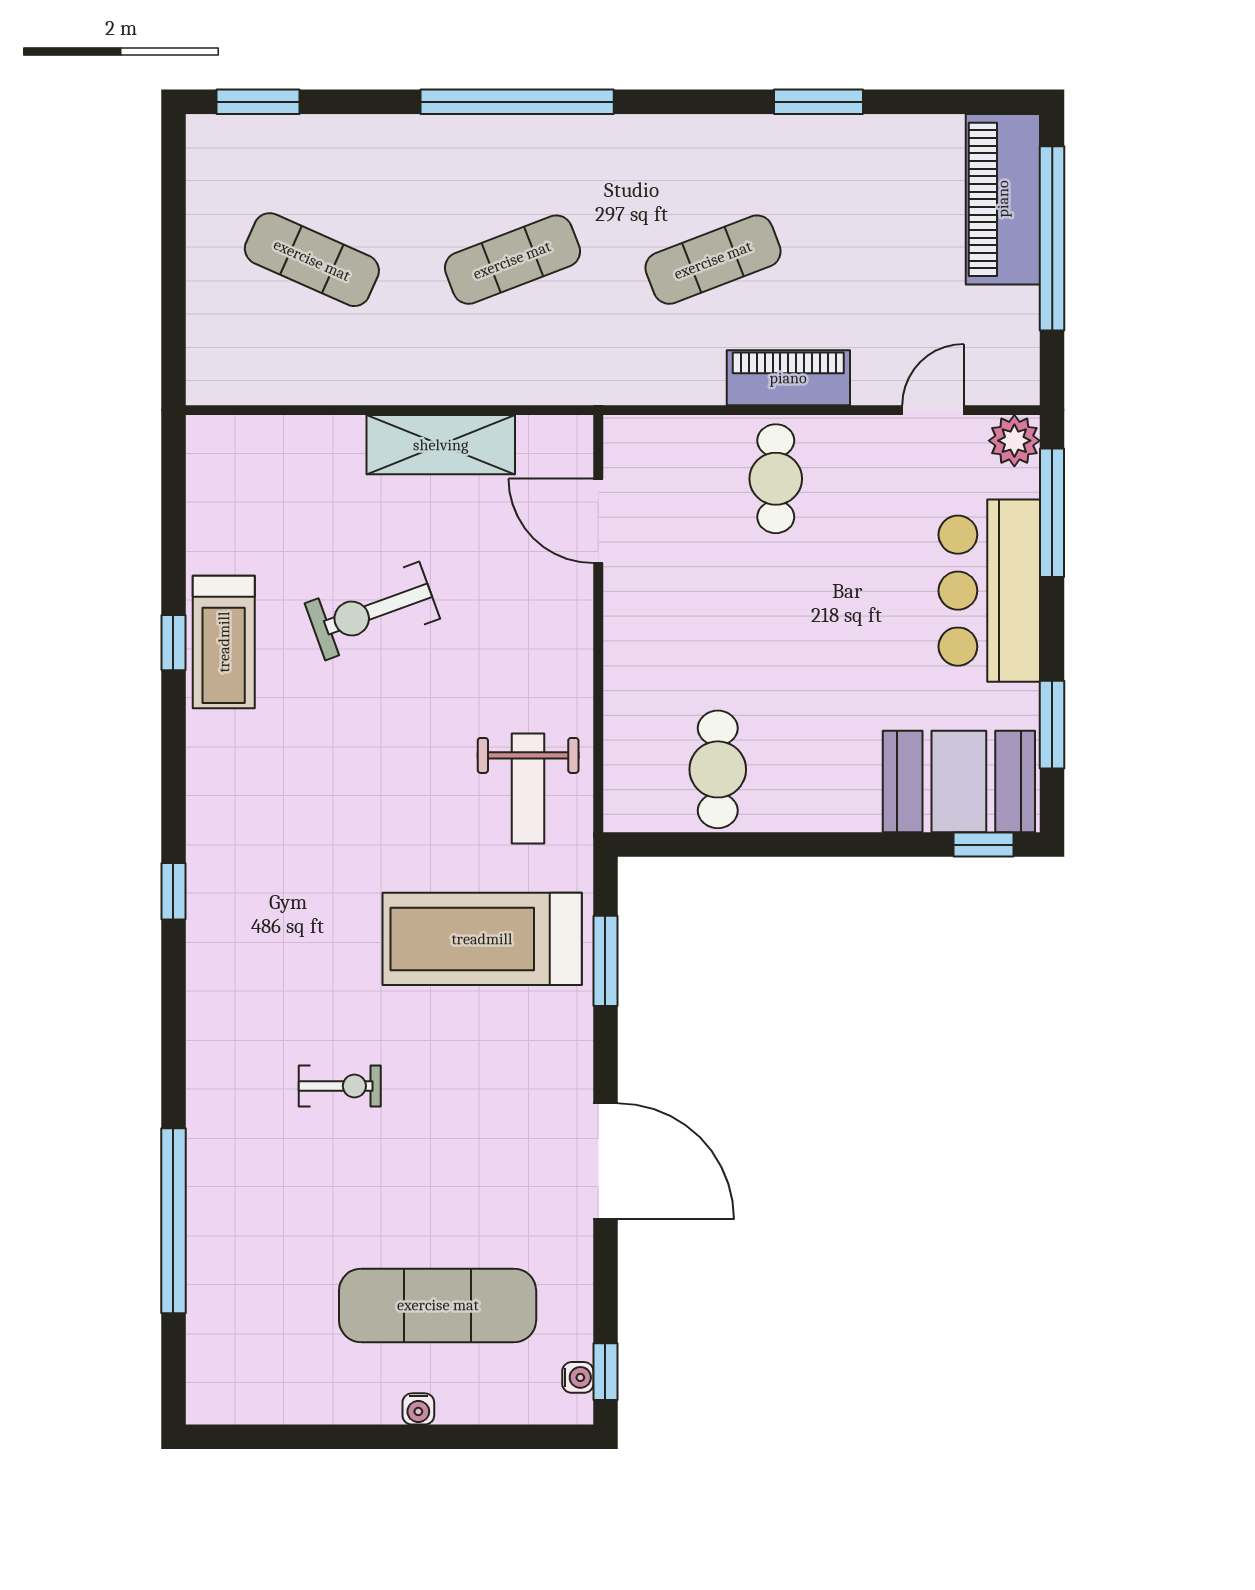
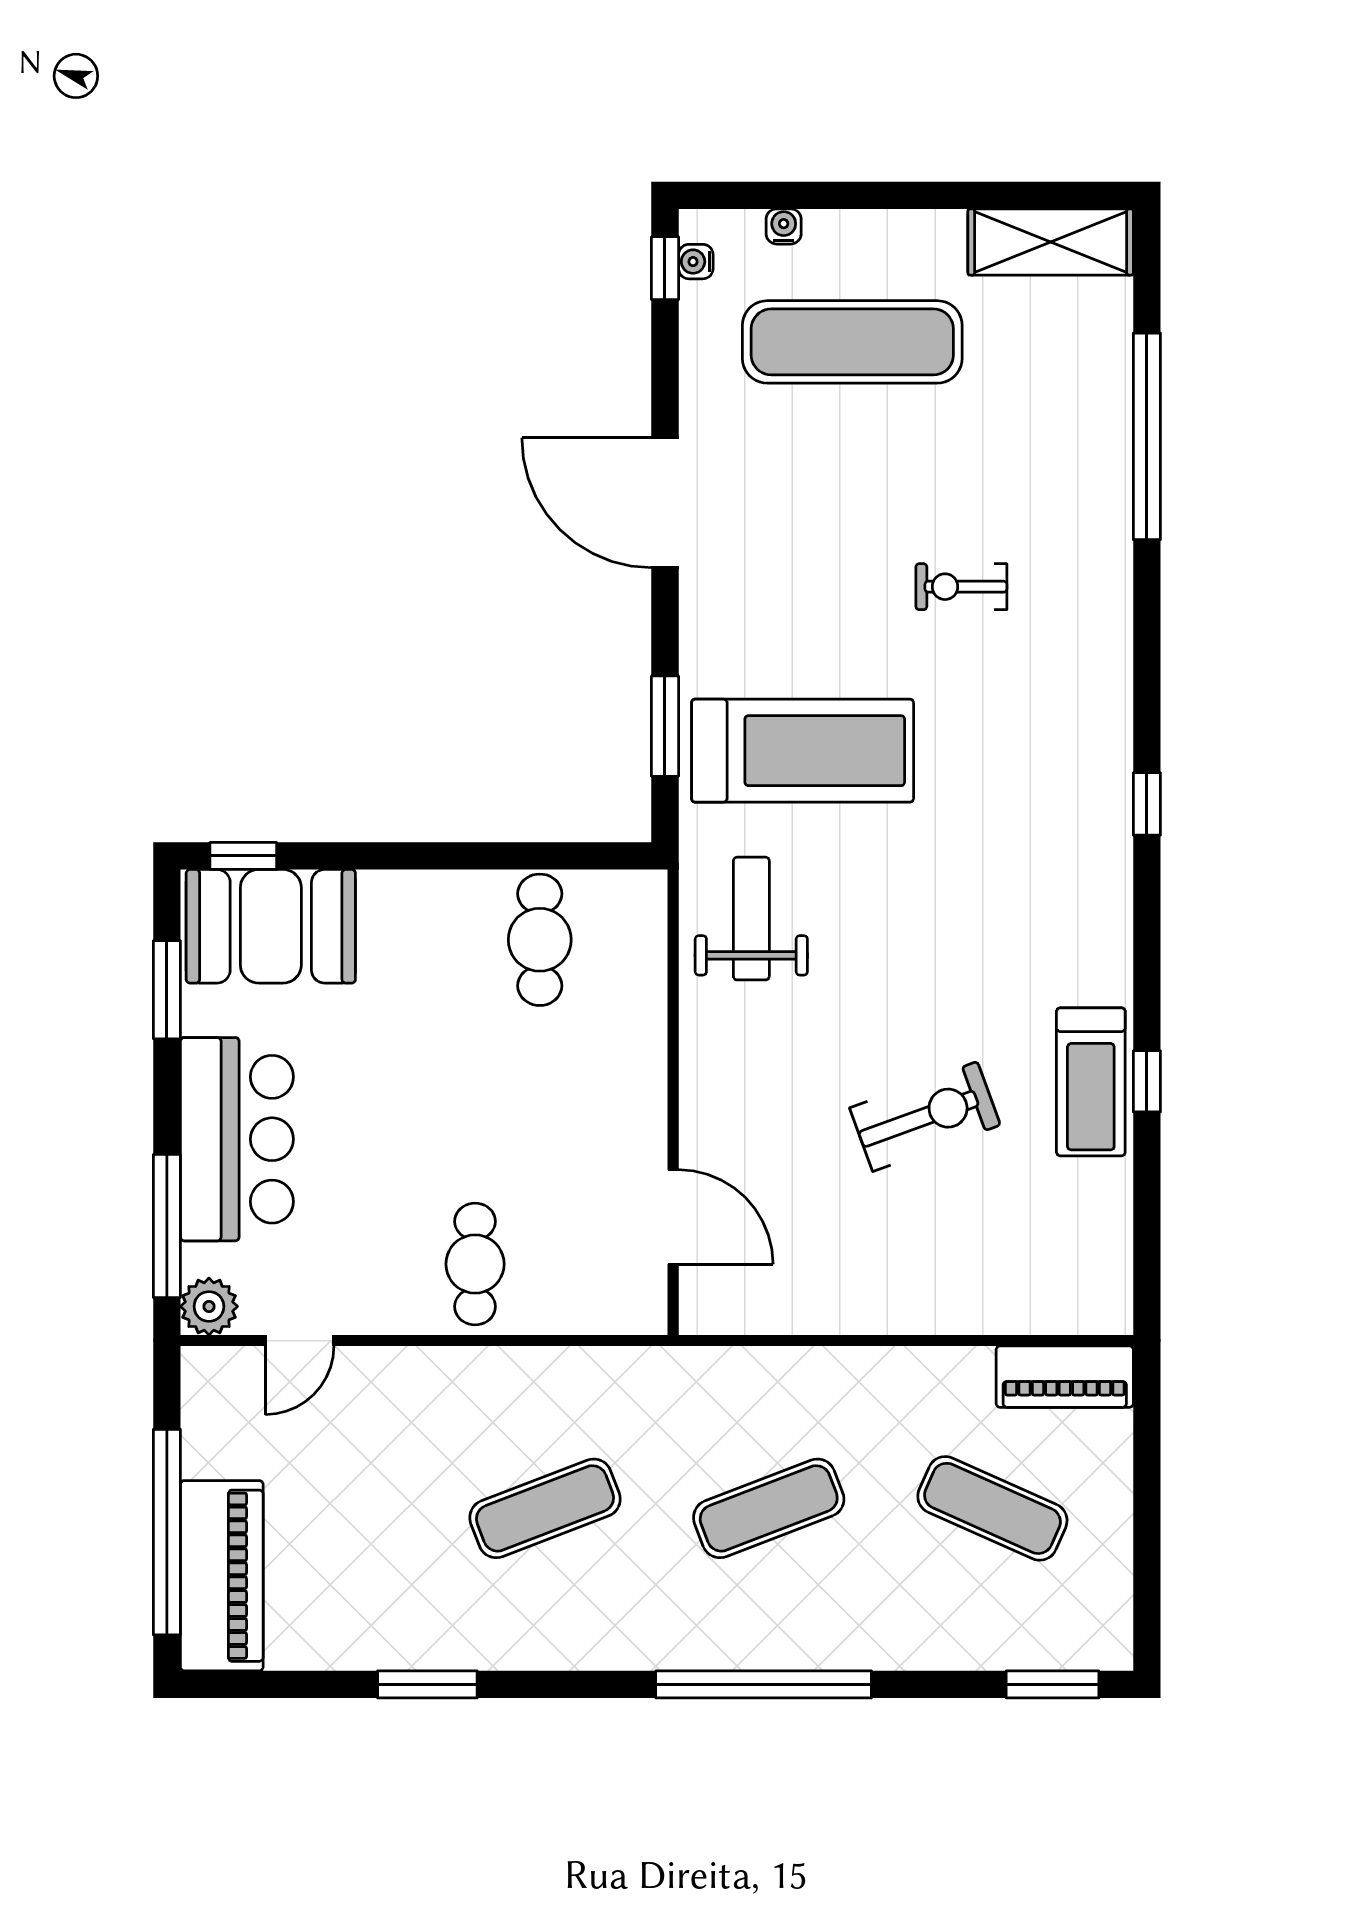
piano: (788, 378) -> (1065, 1377), moved
shelving: (441, 445) -> (1051, 242), moved
treadmill: (224, 642) -> (1091, 1082), turned 180
water cooler: (418, 1409) -> (784, 226), moved

